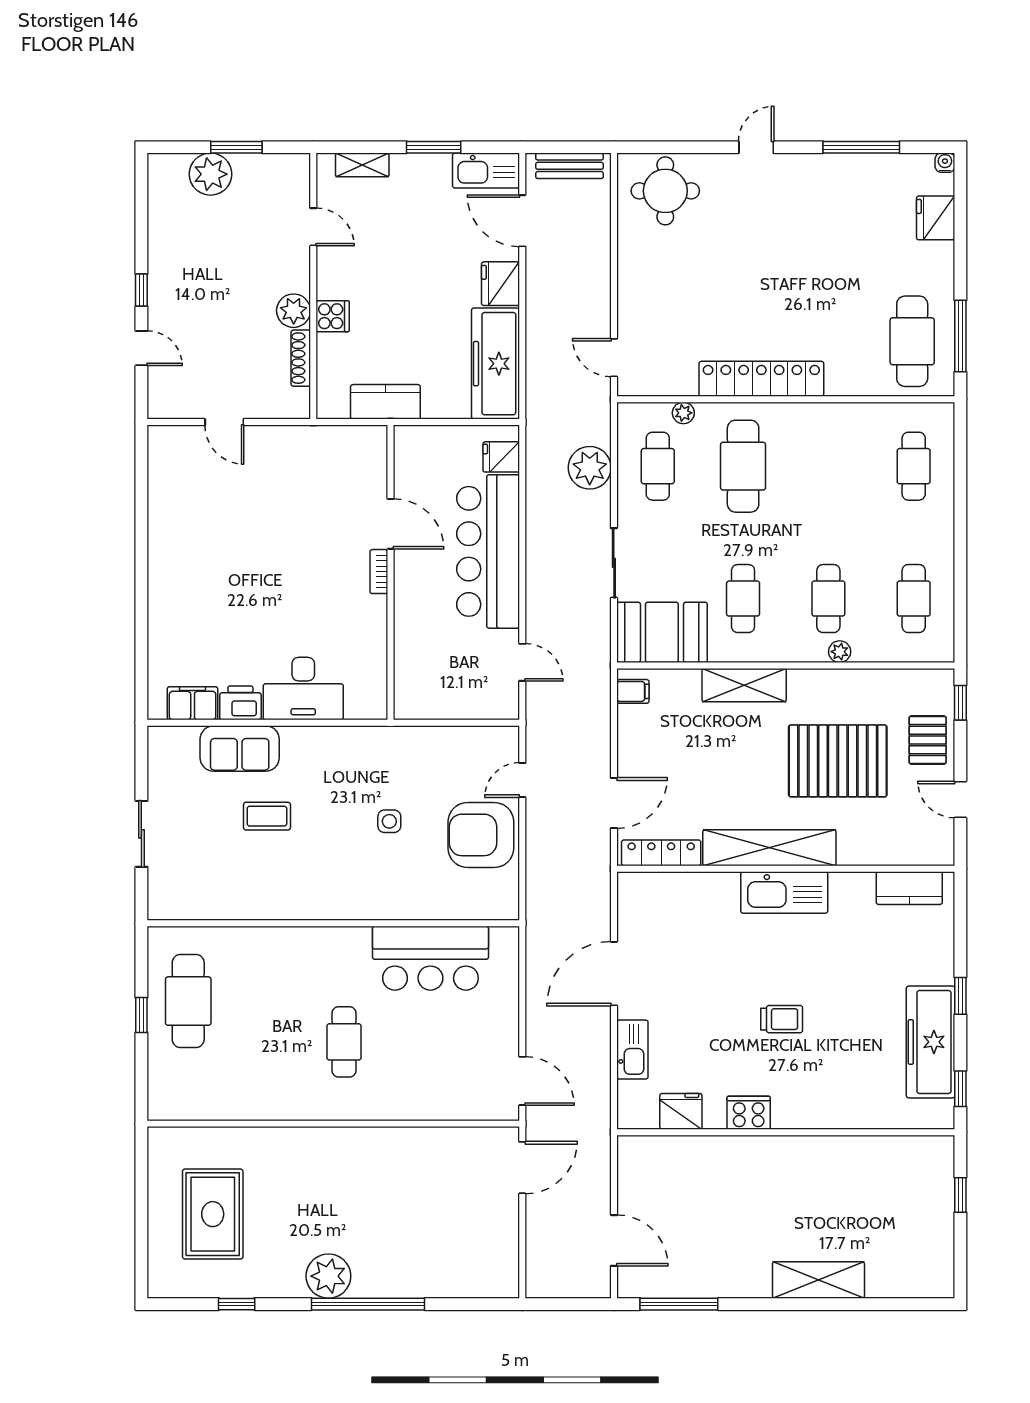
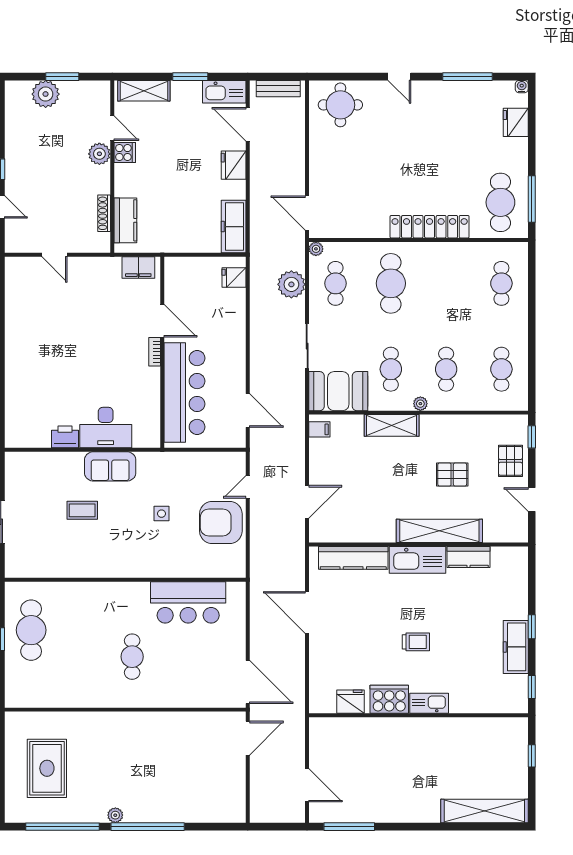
door: (756, 147) -> (399, 77), swing flipped
shelving: (362, 165) -> (144, 91), width x1.50, depth x1.33
plant: (294, 311) -> (99, 154), moved
cooker: (333, 316) -> (125, 153), moved
door: (614, 358) -> (307, 213), width x1.38
freezer: (496, 364) -> (234, 227), width x0.73, depth x0.79
locker: (761, 379) -> (430, 227), moved
kitchen counter: (385, 402) -> (125, 220), moved, turned 90
plant: (683, 413) -> (316, 249), moved
bar counter: (488, 551) -> (184, 393), moved, turned 180
plant: (840, 652) -> (420, 404), moved
door: (522, 662) -> (248, 411), width x1.38
filing cabinet: (193, 703) -> (138, 267), moved, turned 180
sofa: (240, 748) -> (110, 466), moved
pallet: (838, 761) -> (452, 474), width x0.49, depth x0.50
shelving: (769, 848) -> (439, 531), moved
locker: (661, 853) -> (338, 534), removed
kitchen counter: (909, 888) -> (468, 557), moved
kitchen counter: (685, 889) -> (353, 558), added
door: (614, 974) -> (307, 612), hinge flipped
freezer: (931, 1042) -> (516, 647), width x0.73, depth x0.79
kitchen sink: (632, 1050) -> (429, 703), moved, turned -90
door: (522, 1081) -> (248, 682), width x1.36
cooker: (749, 1113) -> (389, 699), width x1.37, depth x1.31
plant: (328, 1276) -> (115, 815), width x0.53, depth x0.53
shelving: (818, 1280) -> (484, 811), moved, width x1.47
window: (237, 1304) -> (62, 827), width x3.17

